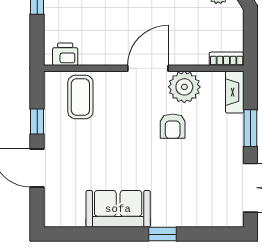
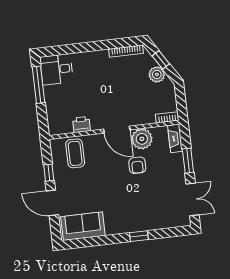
printer: (65, 54) -> (81, 125), moved
door: (148, 68) -> (117, 130), swing flipped
sofa: (118, 209) -> (83, 226), moved

